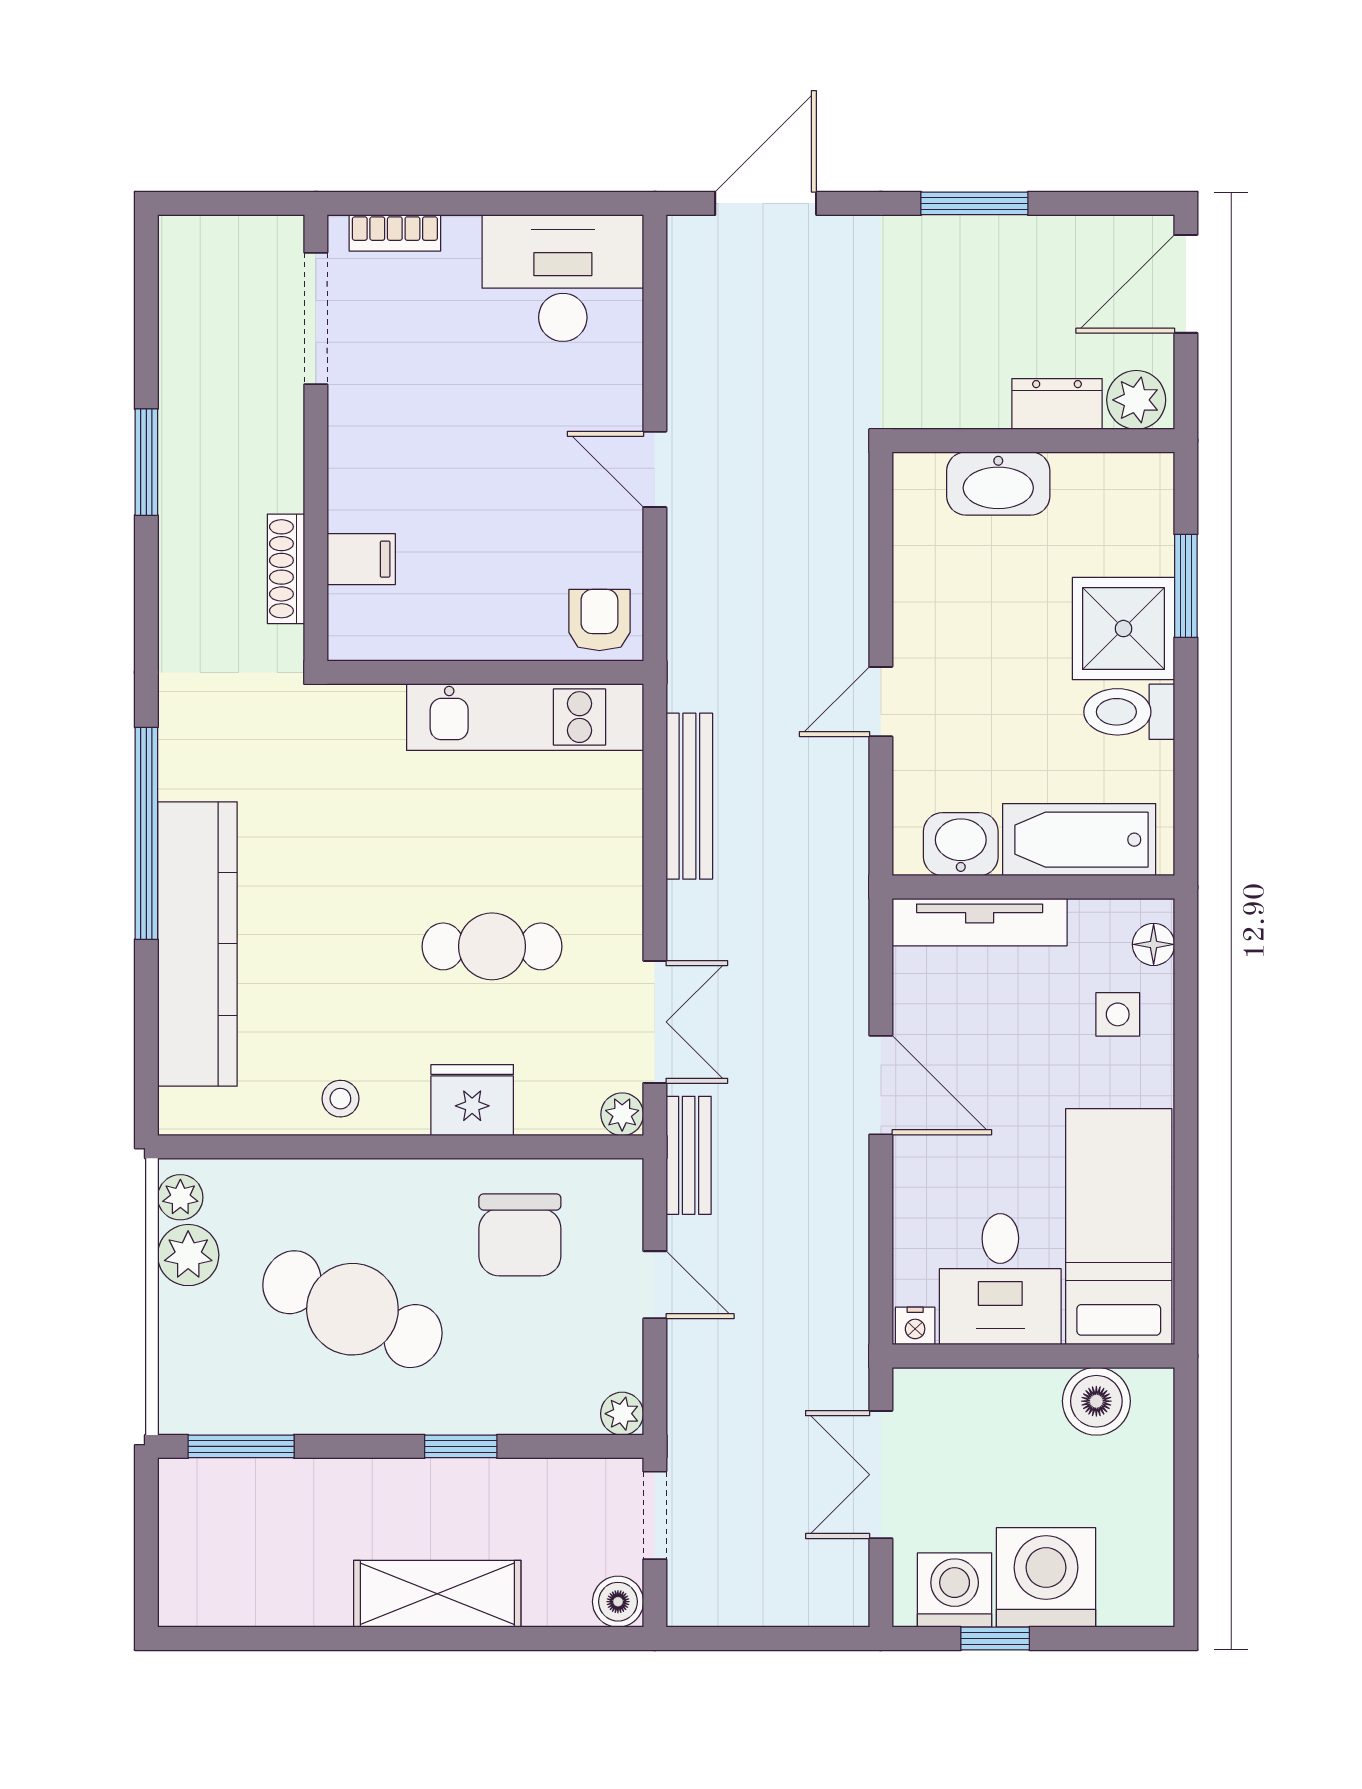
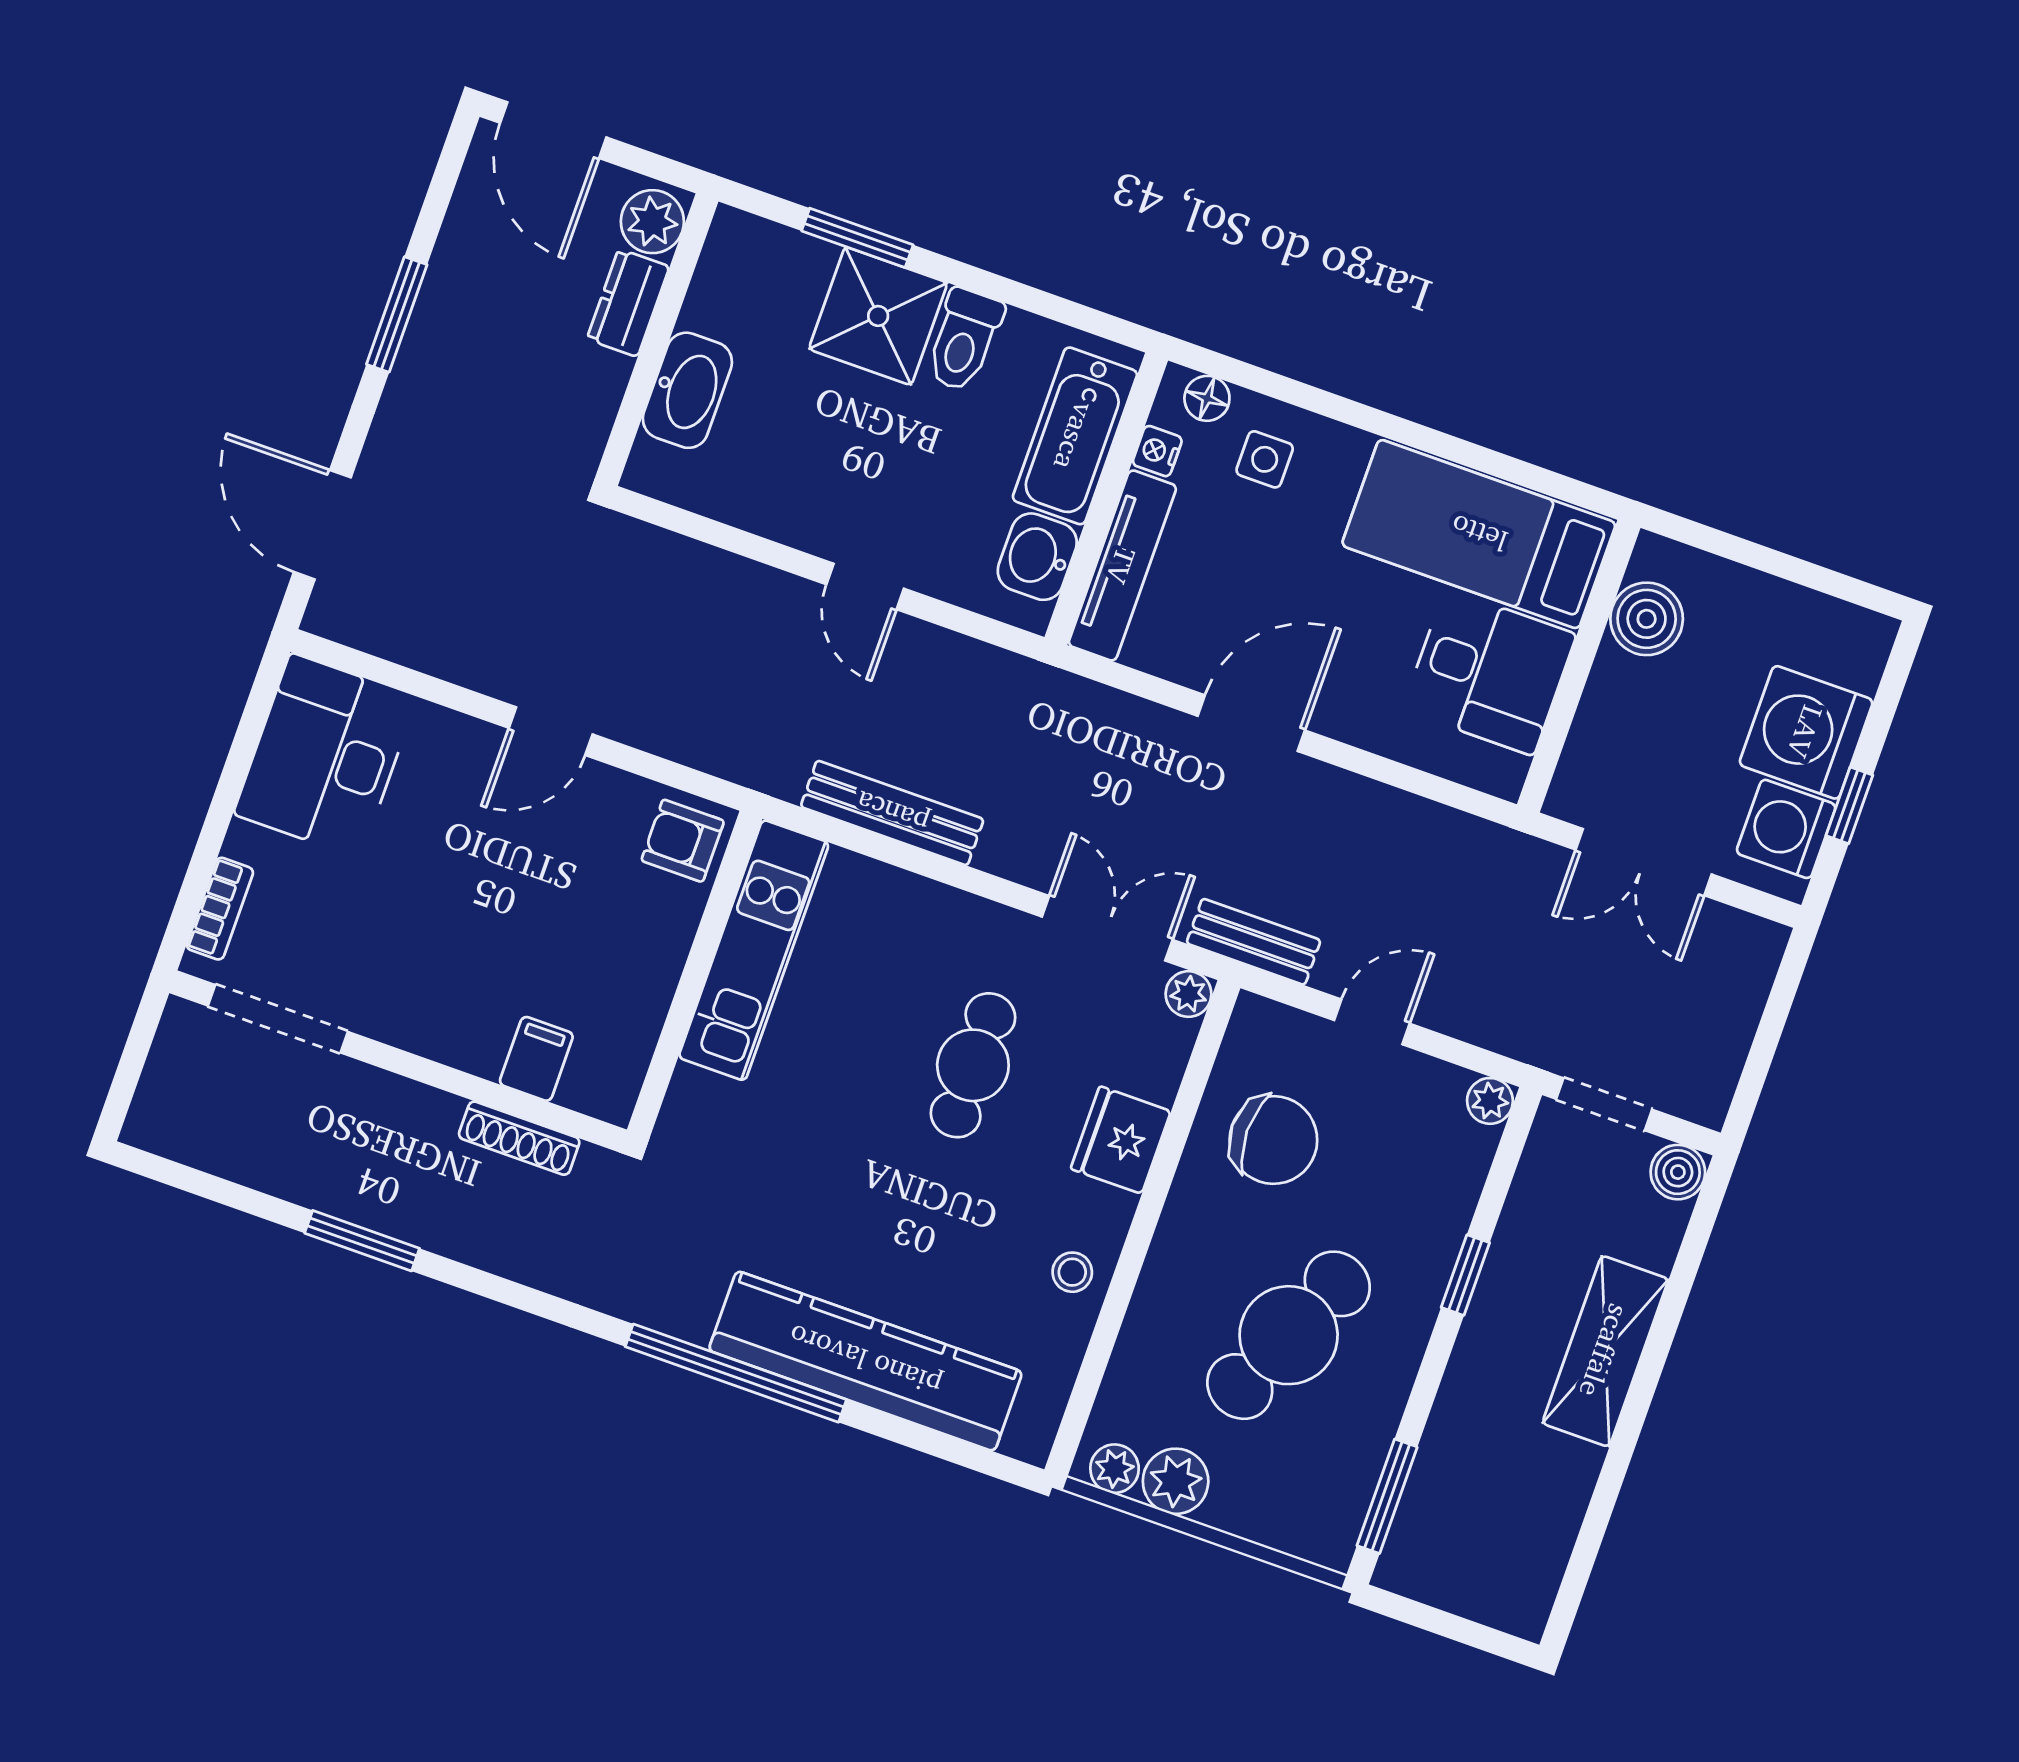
nightstand: (915, 1326) -> (1157, 451), moved, turned 180

